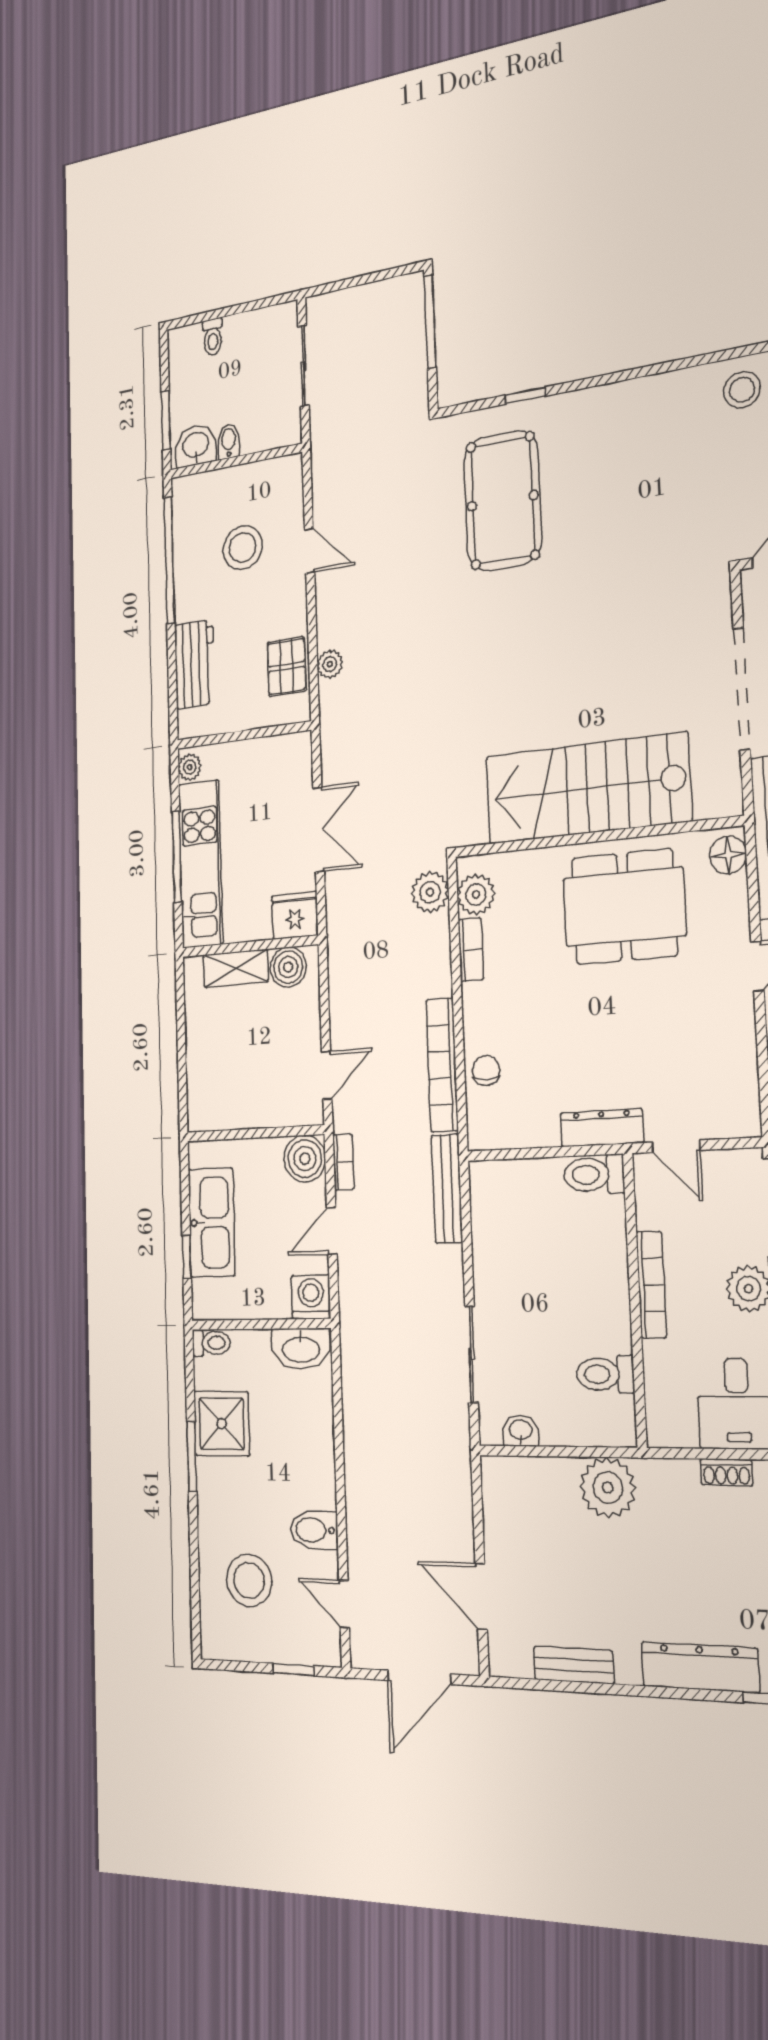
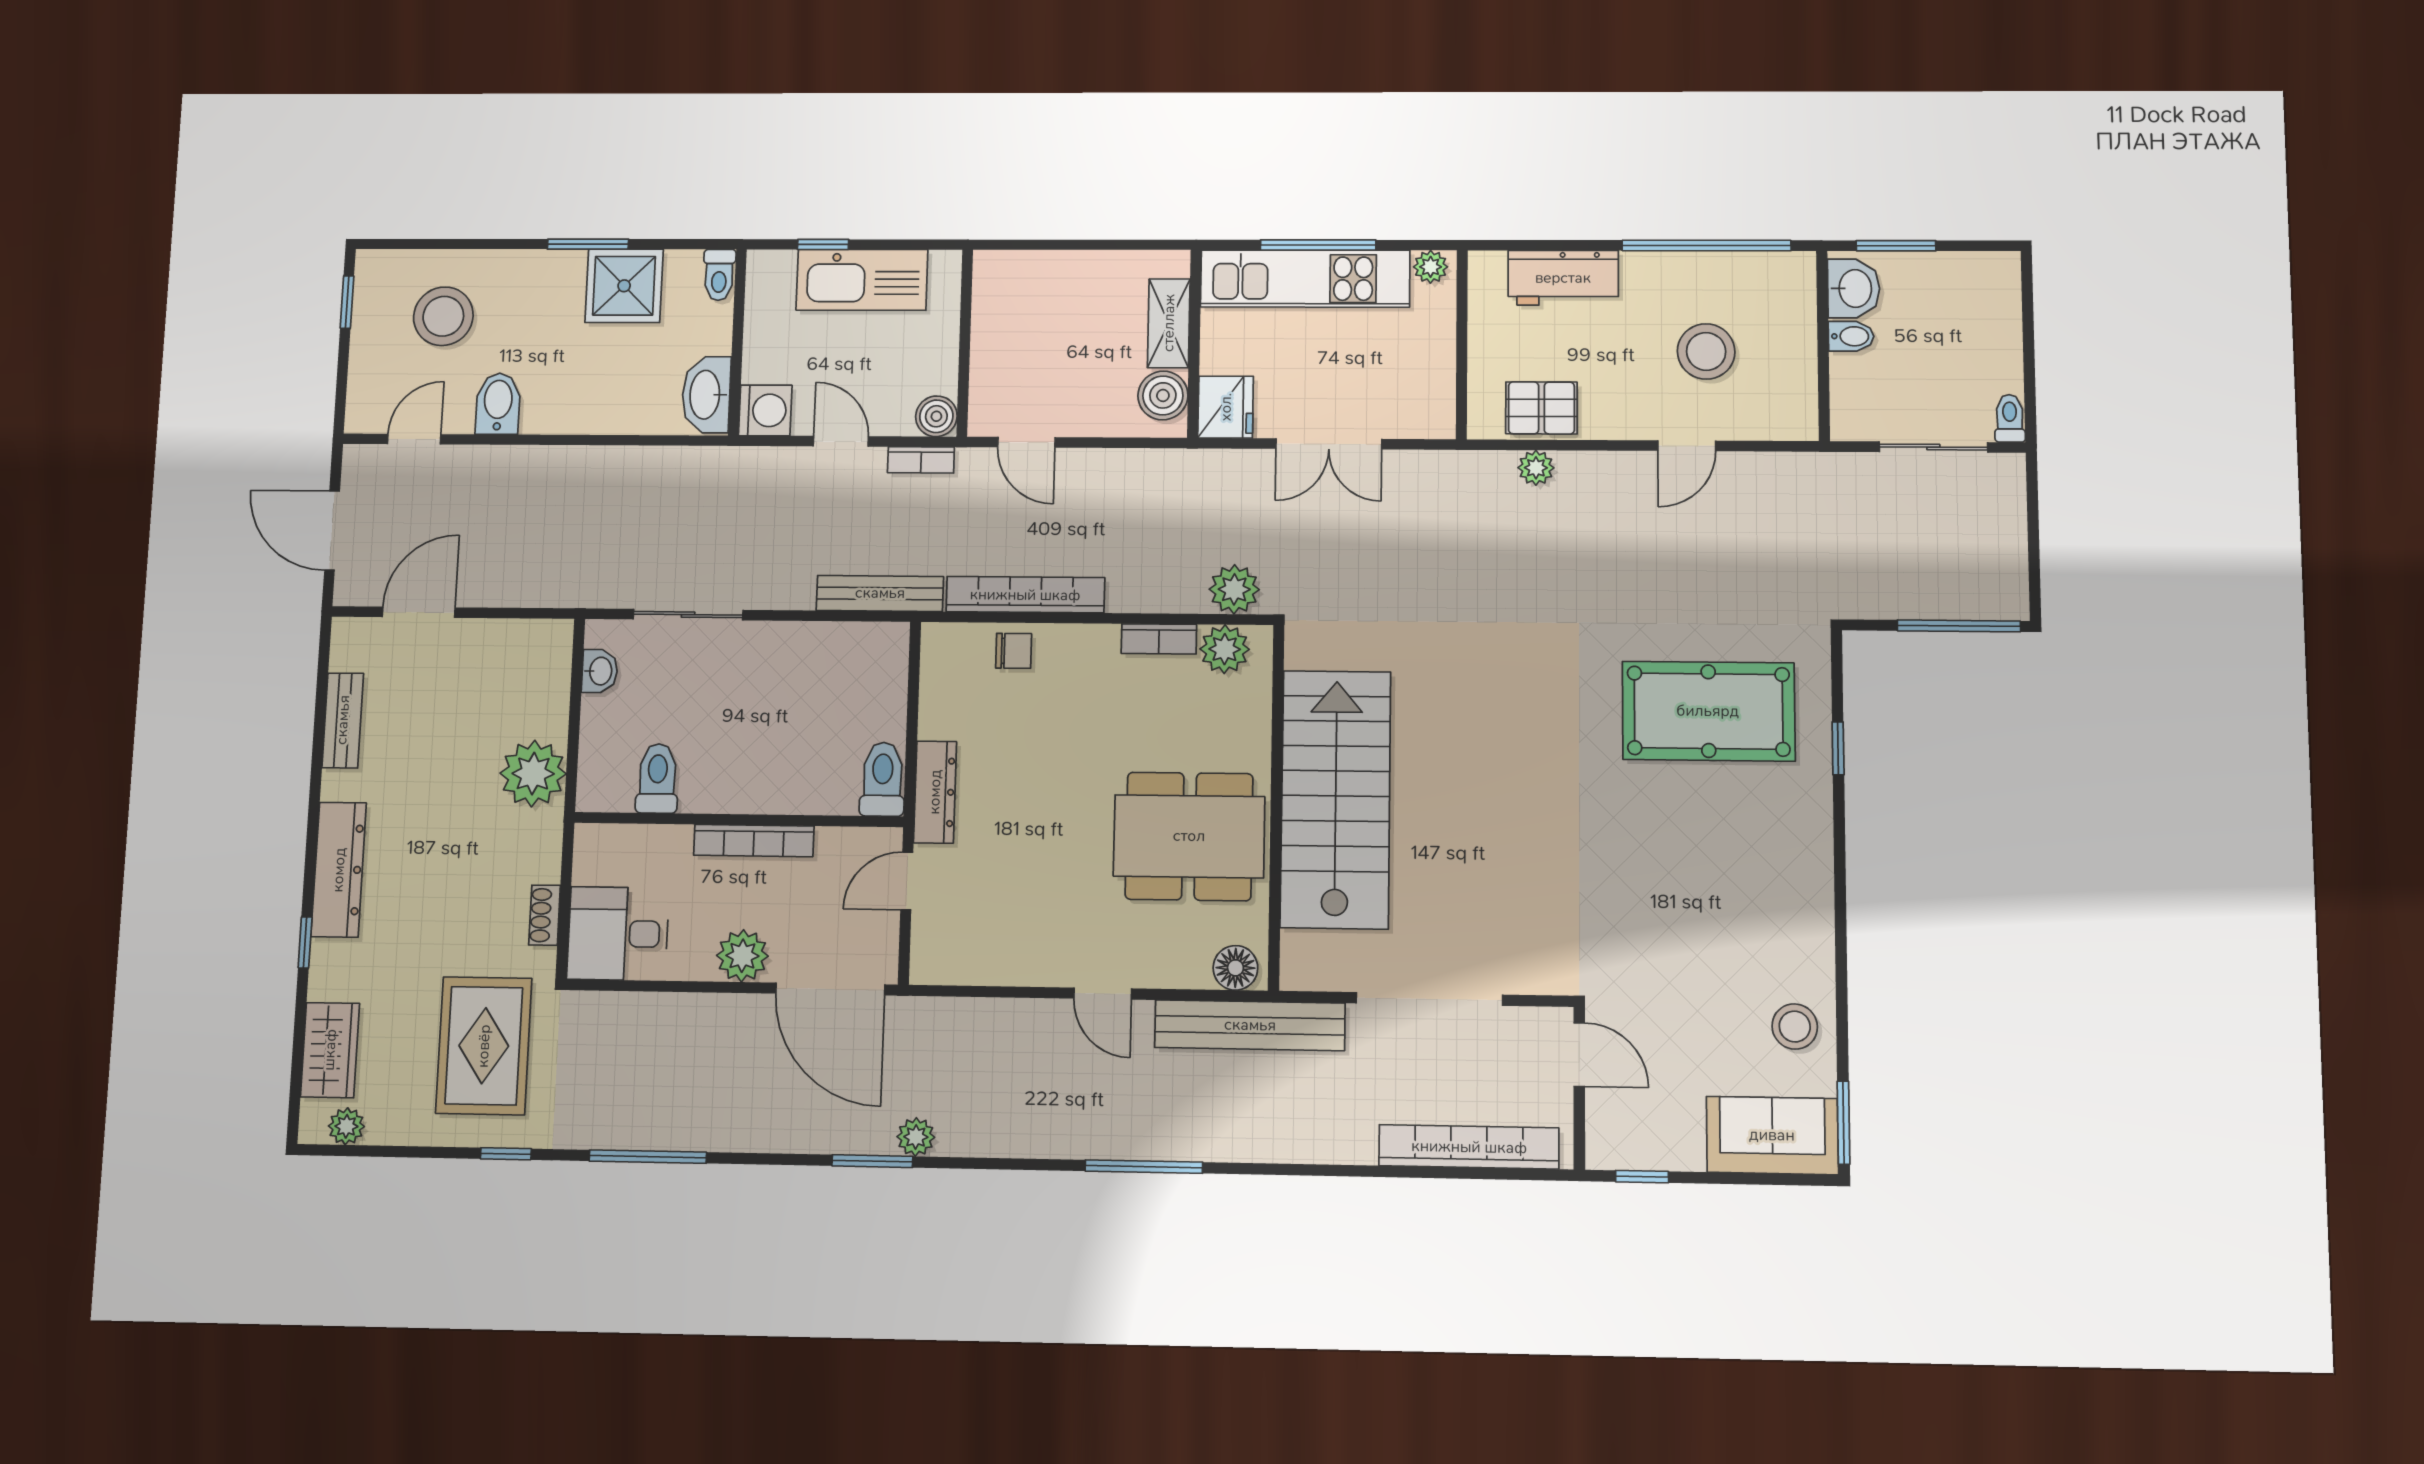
toilet: (213, 337) -> (2010, 418), moved, turned 90
dining table: (624, 907) -> (1189, 836), turned 90
boiler: (305, 1159) -> (936, 416), width x0.73, depth x0.73
window: (294, 1670) -> (347, 302), moved

